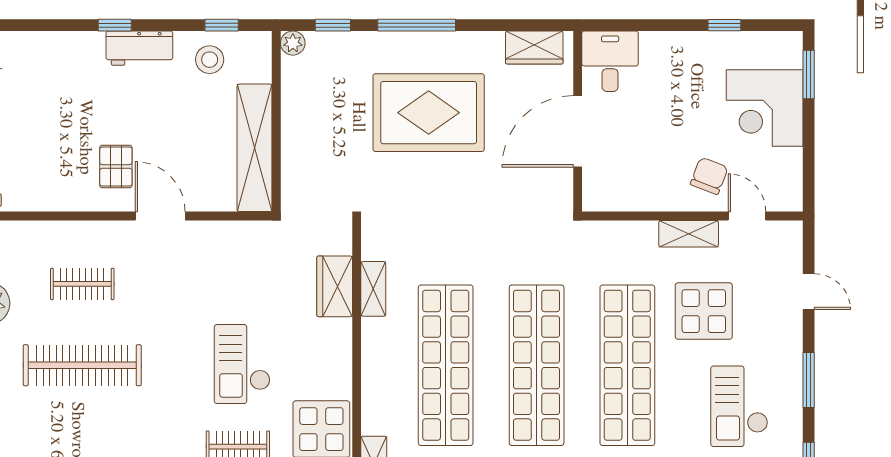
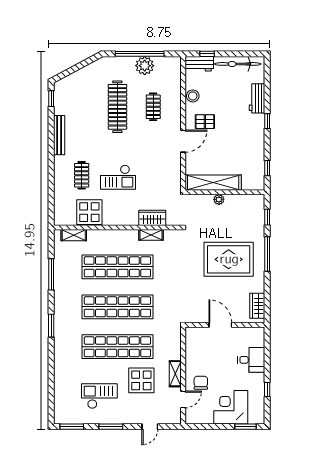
plant: (293, 43) -> (219, 199), moved
workbench: (139, 48) -> (257, 98), moved
stool: (210, 60) -> (193, 96), moved
desk: (610, 61) -> (251, 360), moved
rug: (429, 113) -> (229, 259), turned 90
door: (578, 131) -> (220, 325), width x0.73
chair: (709, 176) -> (201, 383), turned -111
checkout: (242, 364) -> (118, 177), turned 180

